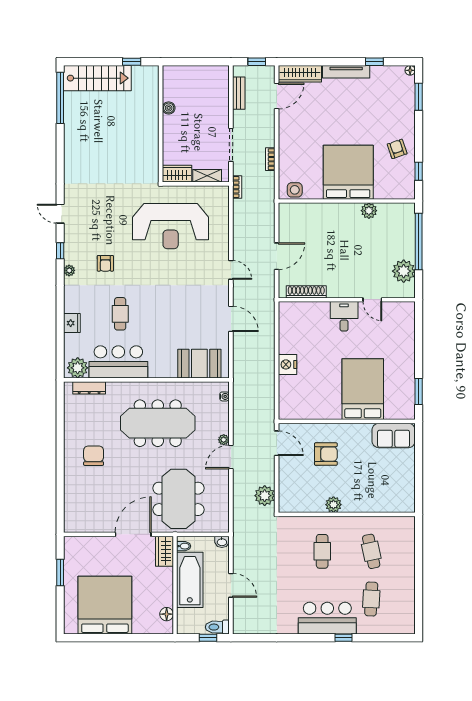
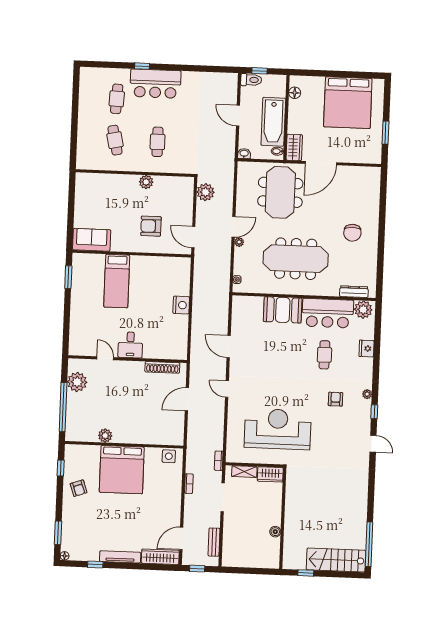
booth: (199, 364) -> (283, 310), moved
bed: (363, 389) -> (117, 281), width x0.67

